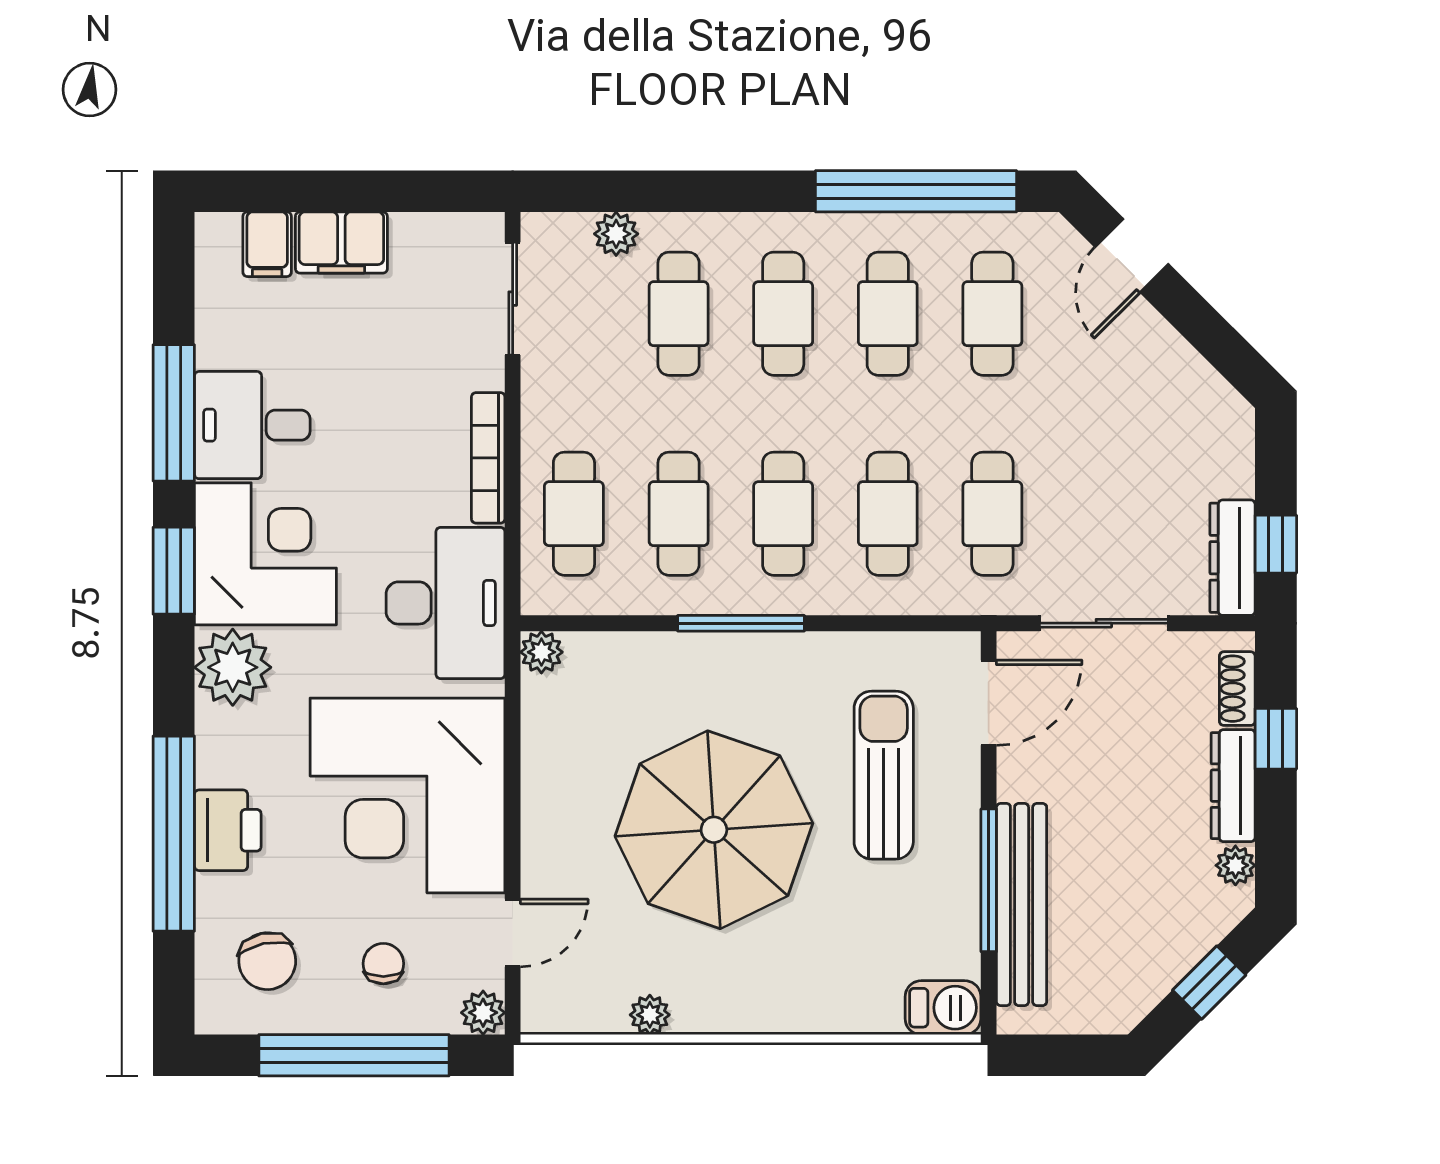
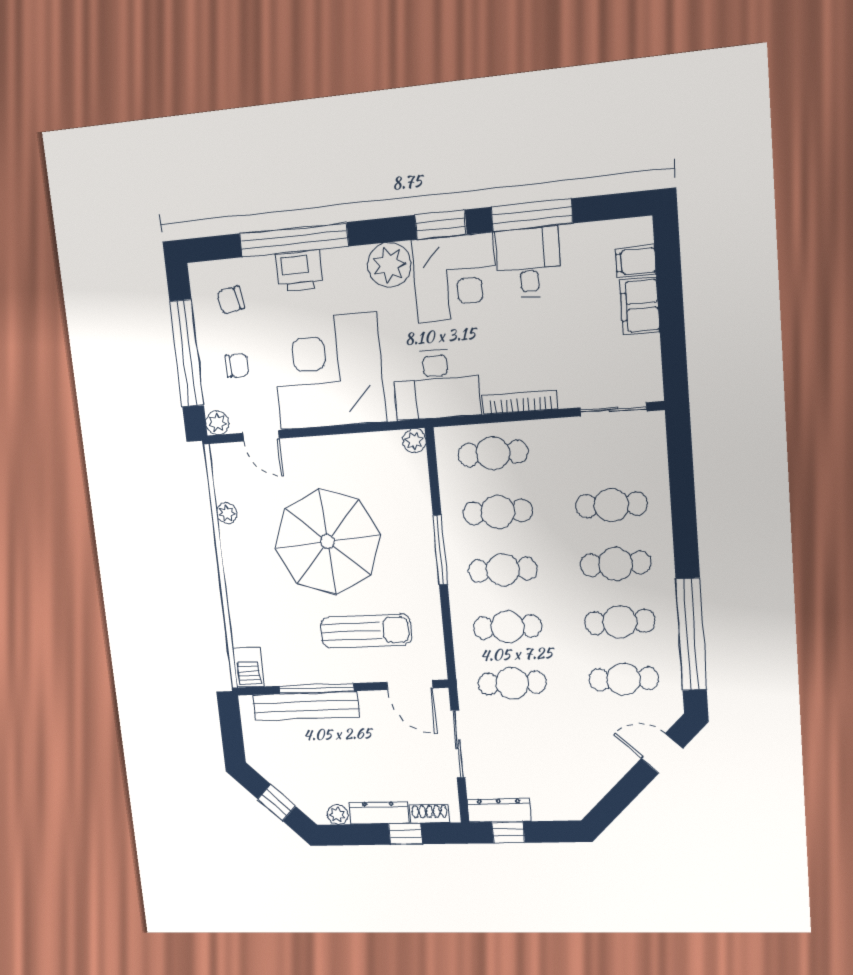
plant: (616, 234) -> (655, 466), removed
chair: (267, 961) -> (231, 300), width x0.73, depth x0.73

